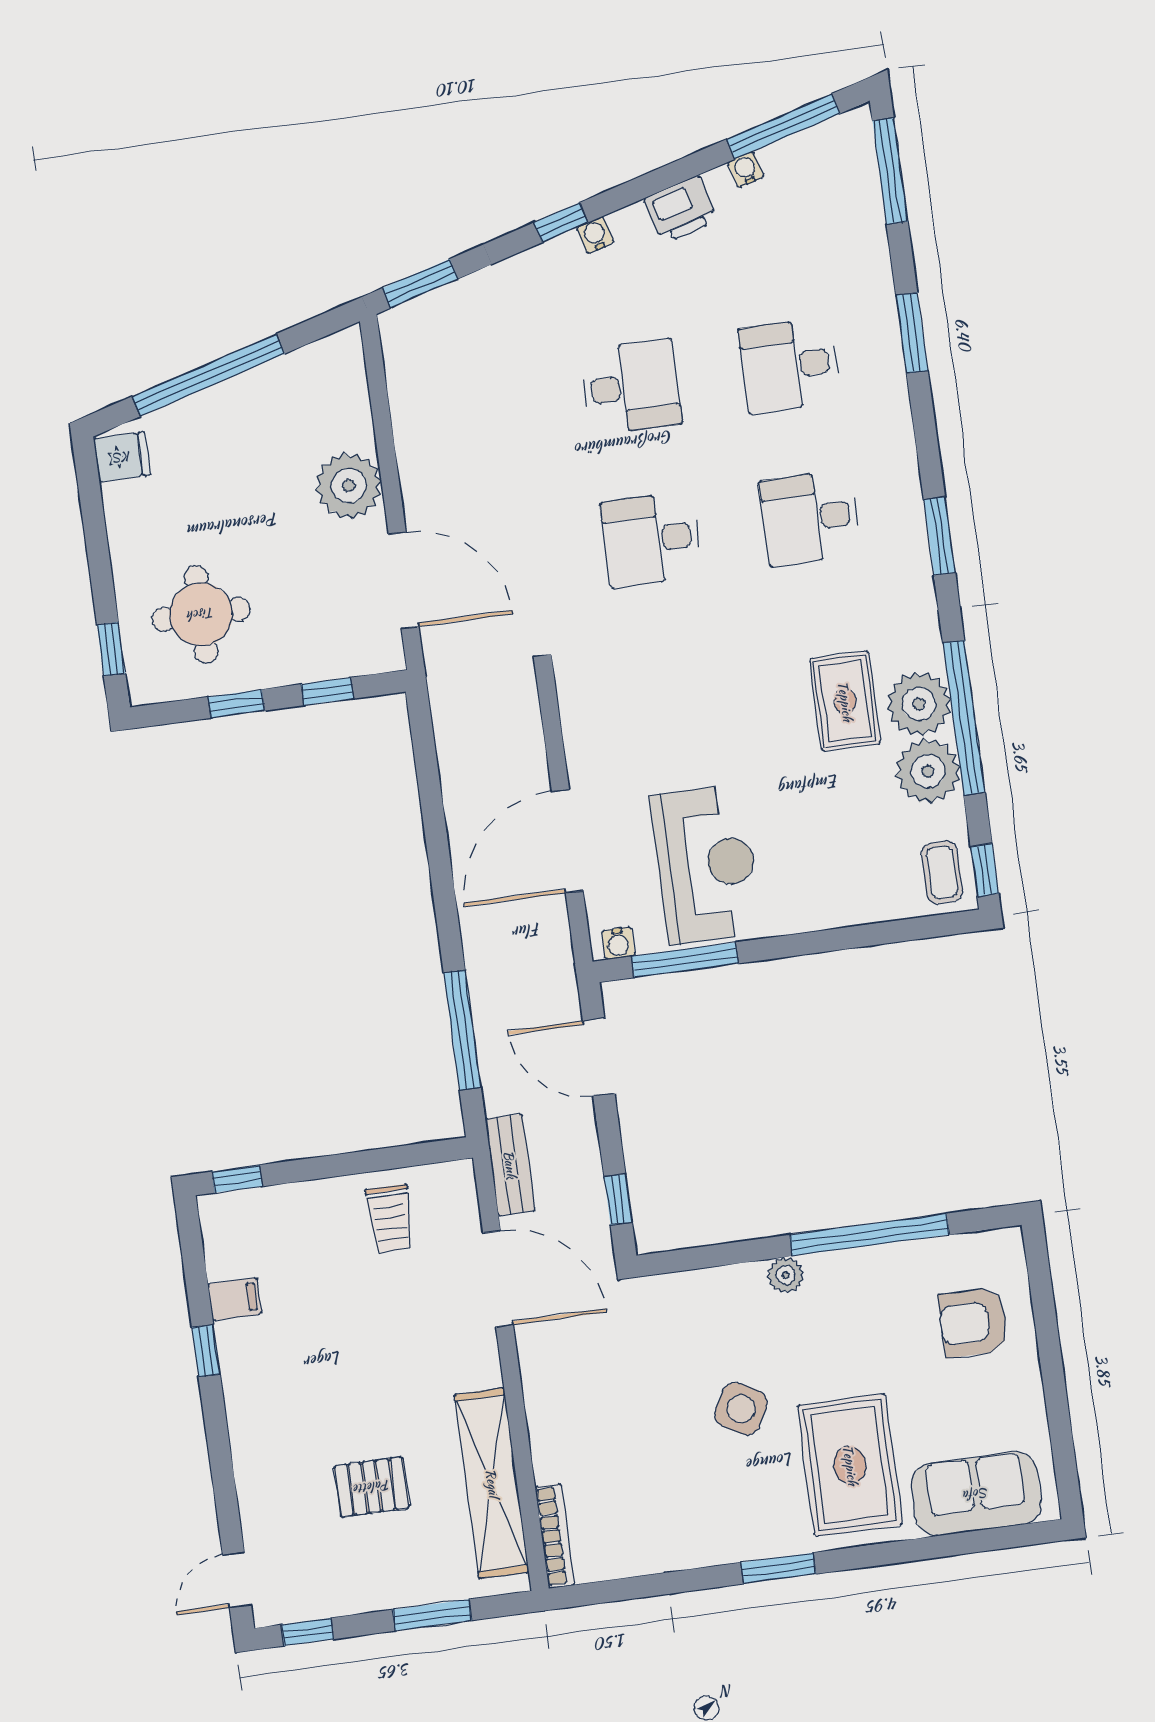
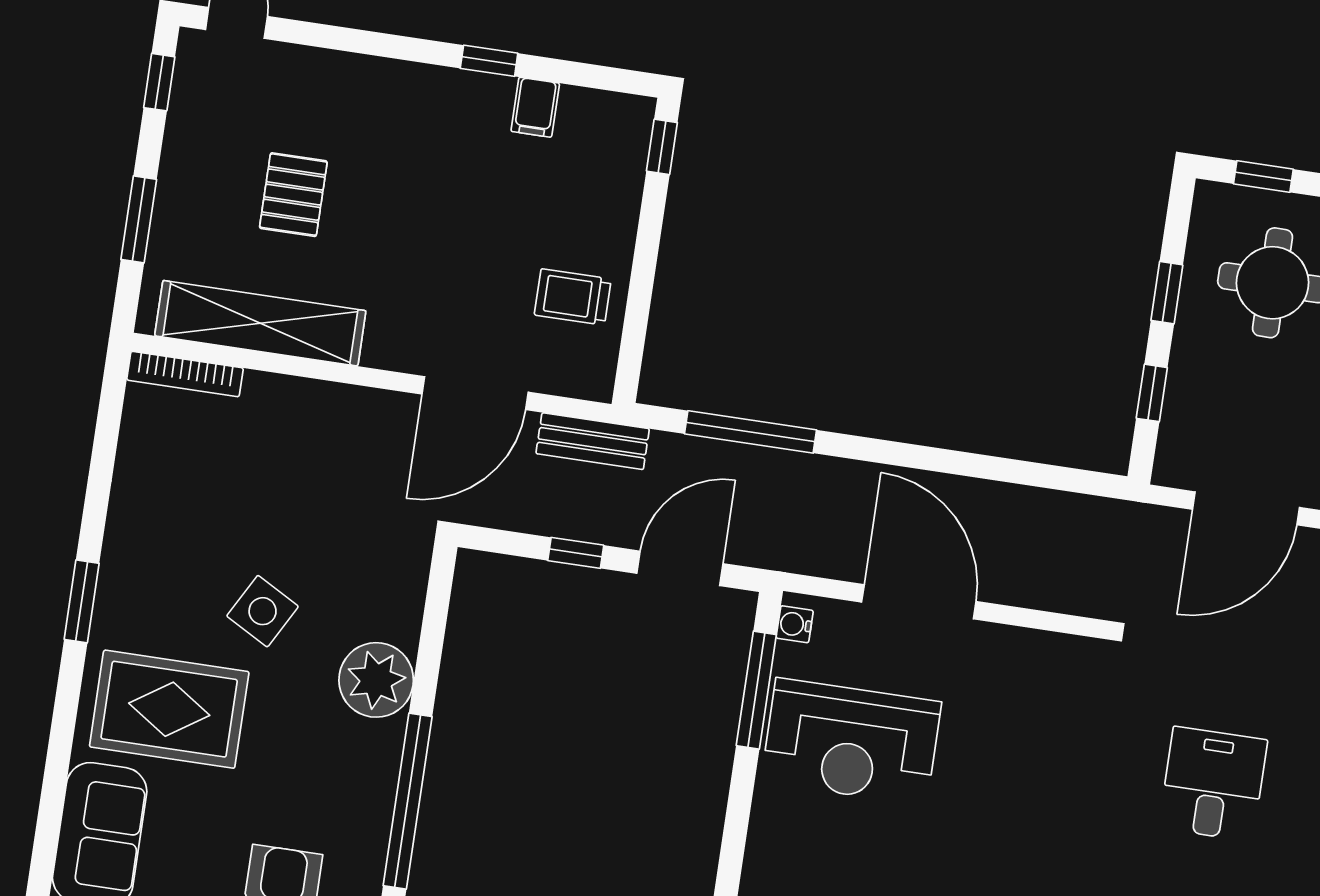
window: (618, 1200) -> (576, 553), moved
plant: (786, 1275) -> (376, 680), width x1.87, depth x1.87

